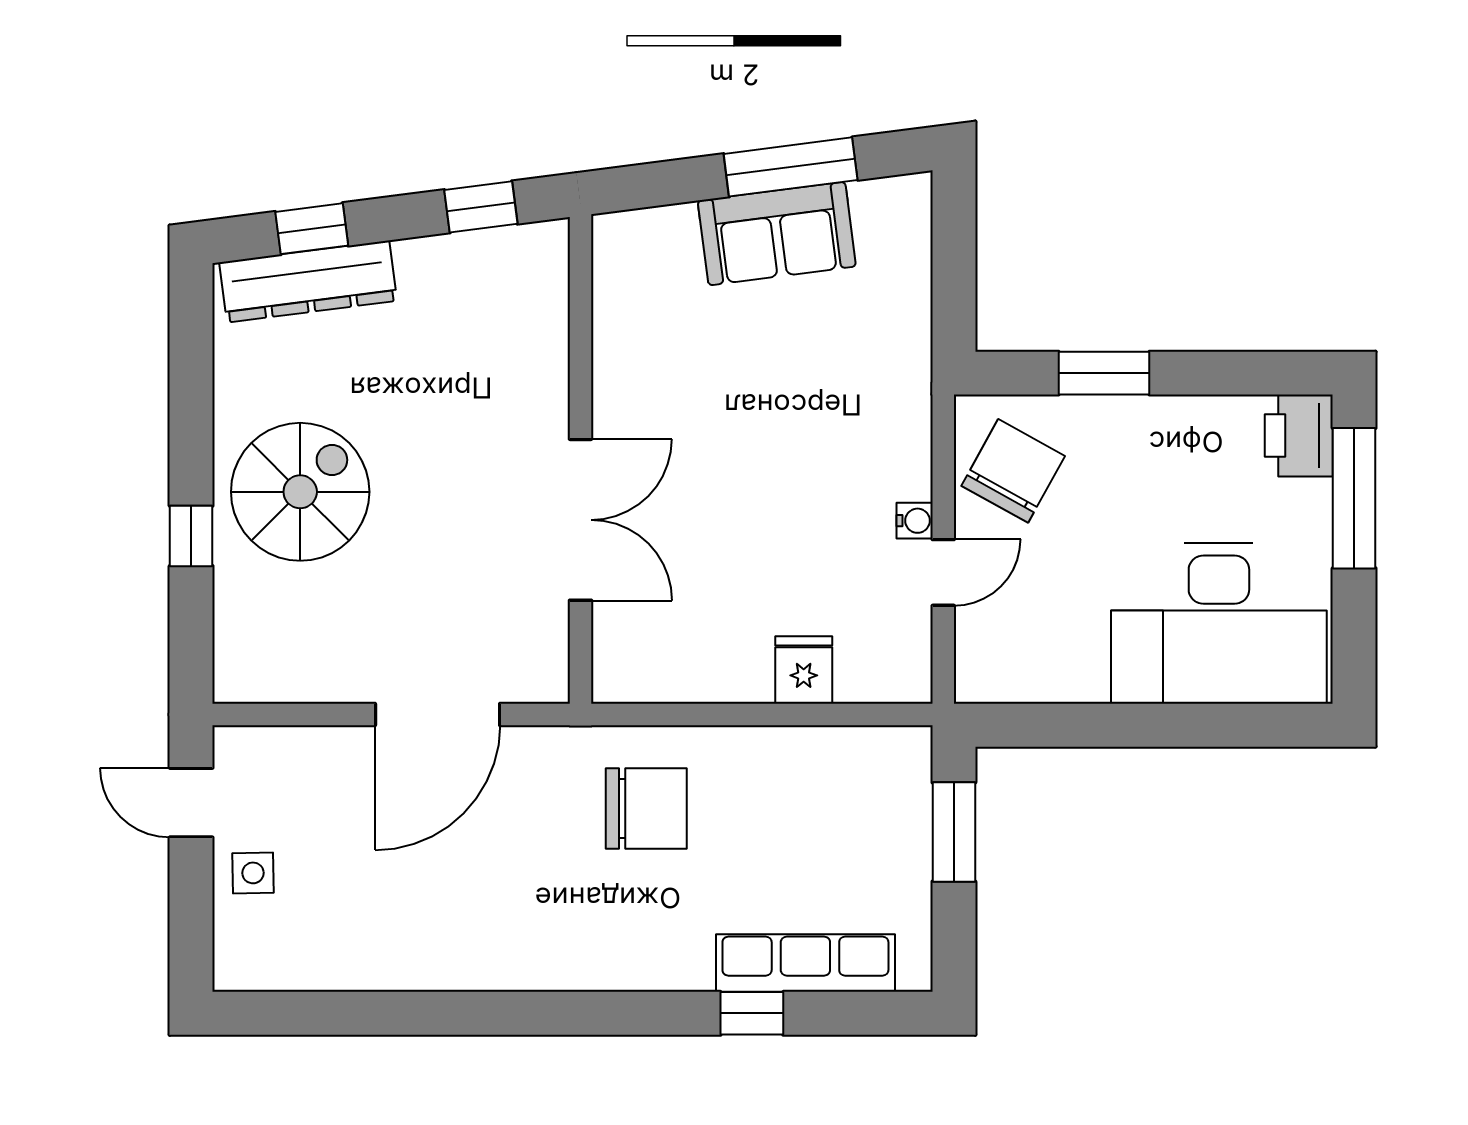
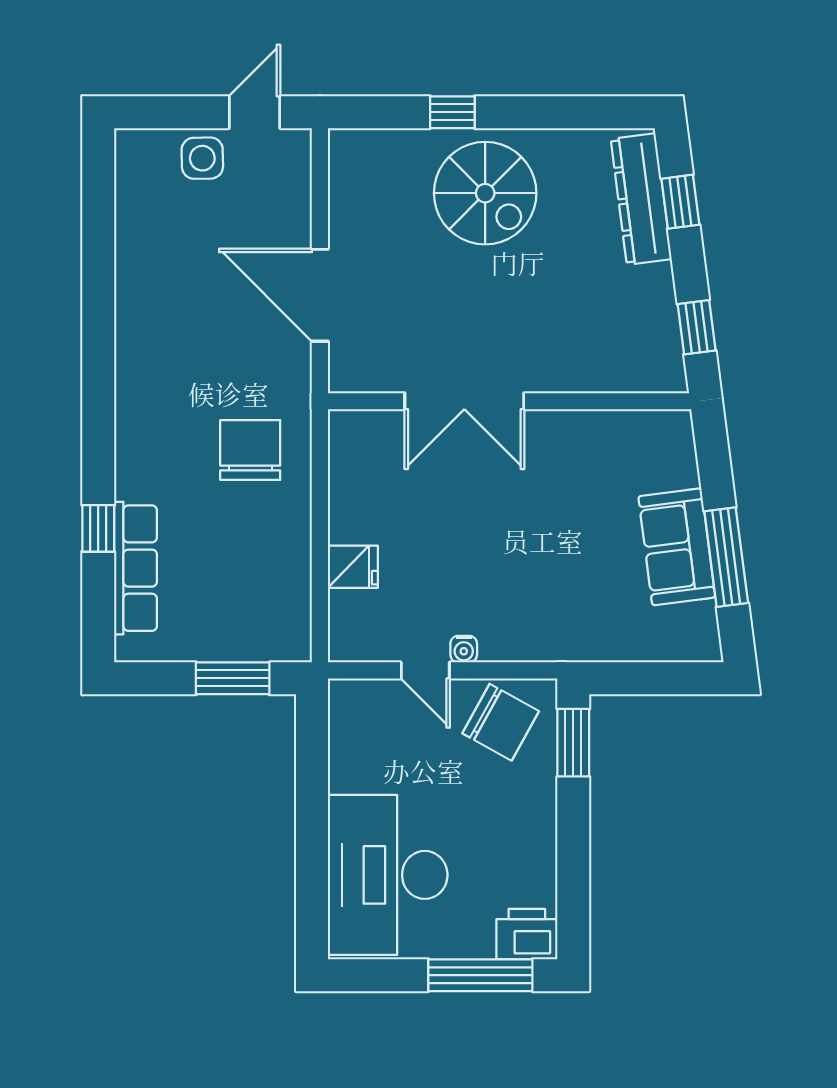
window: (1104, 373) -> (573, 743), moved
chair: (646, 808) -> (250, 450), turned 180
side table: (253, 873) -> (202, 158), width x1.37, depth x1.37

